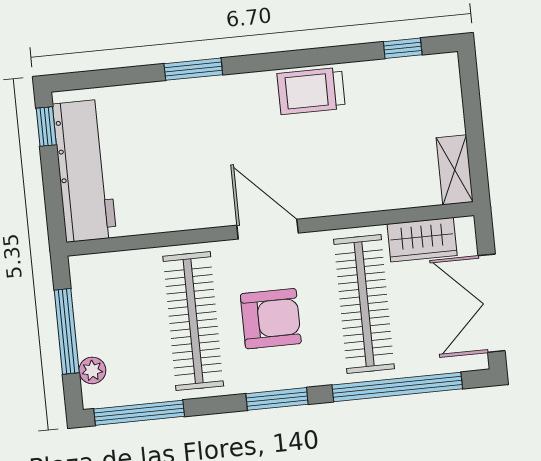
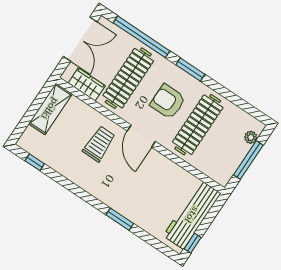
trolley: (311, 91) -> (99, 144), moved, turned -90
shelving: (455, 170) -> (50, 109), width x1.50, depth x1.33
window: (139, 413) -> (246, 107), removed

